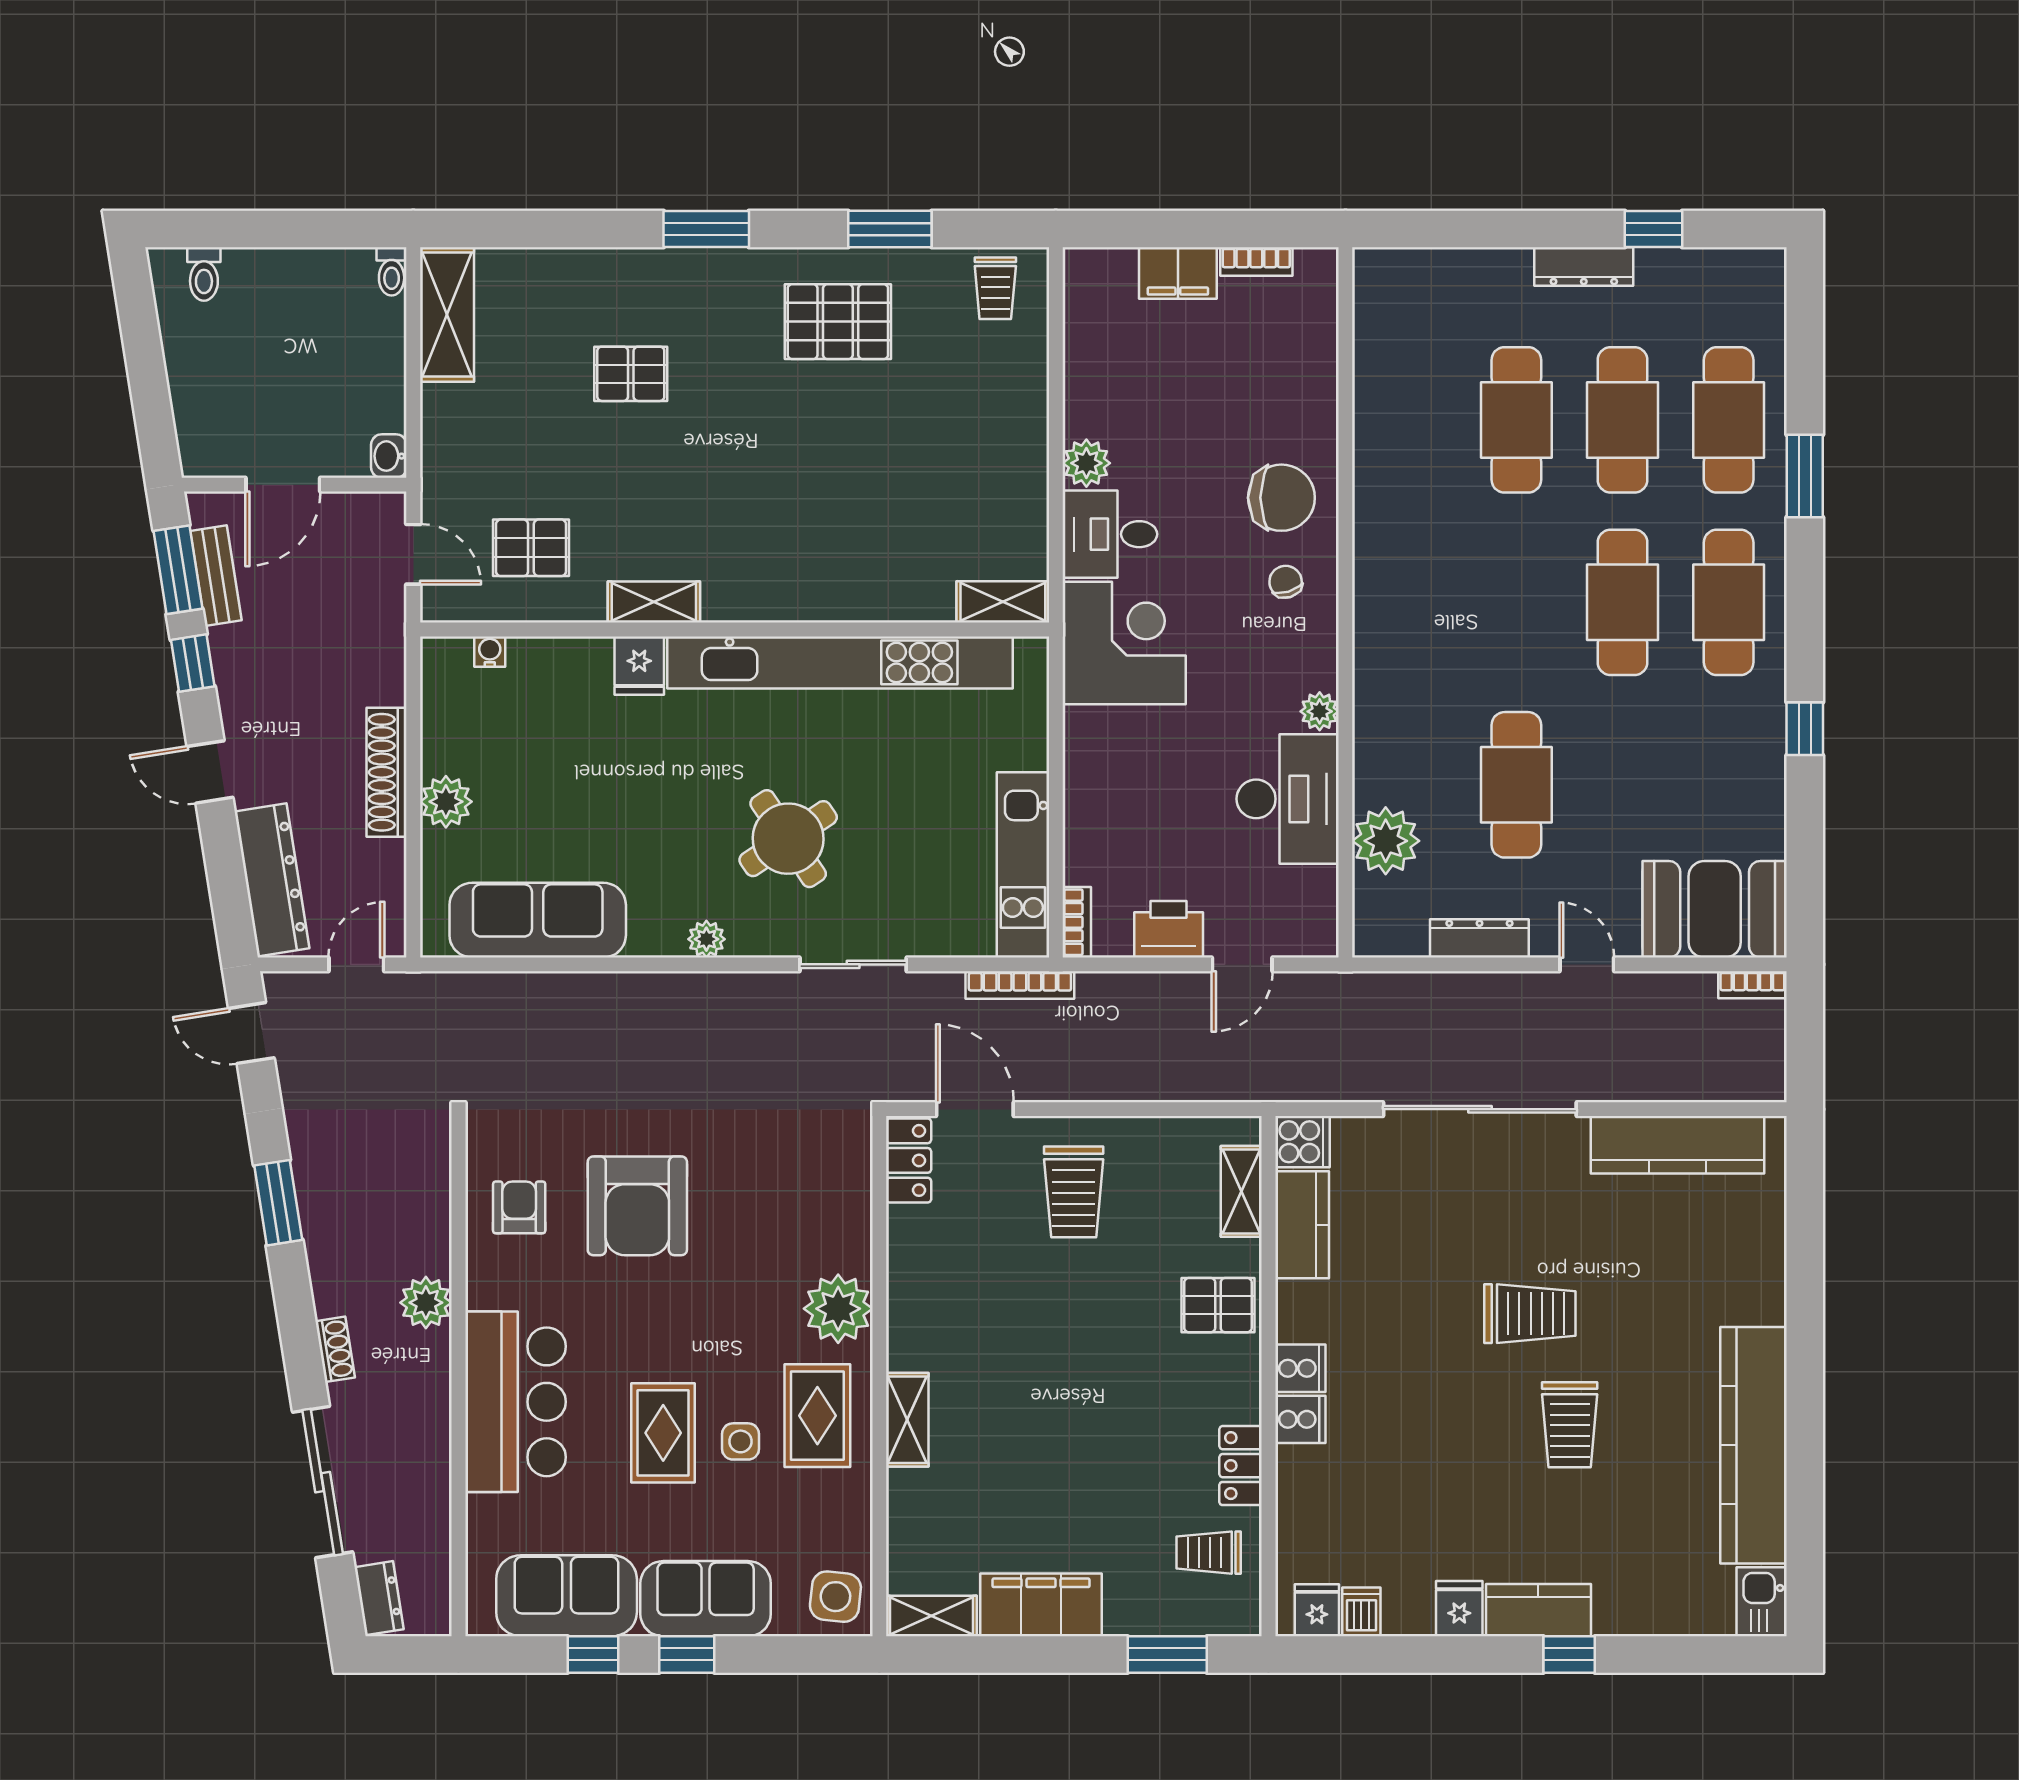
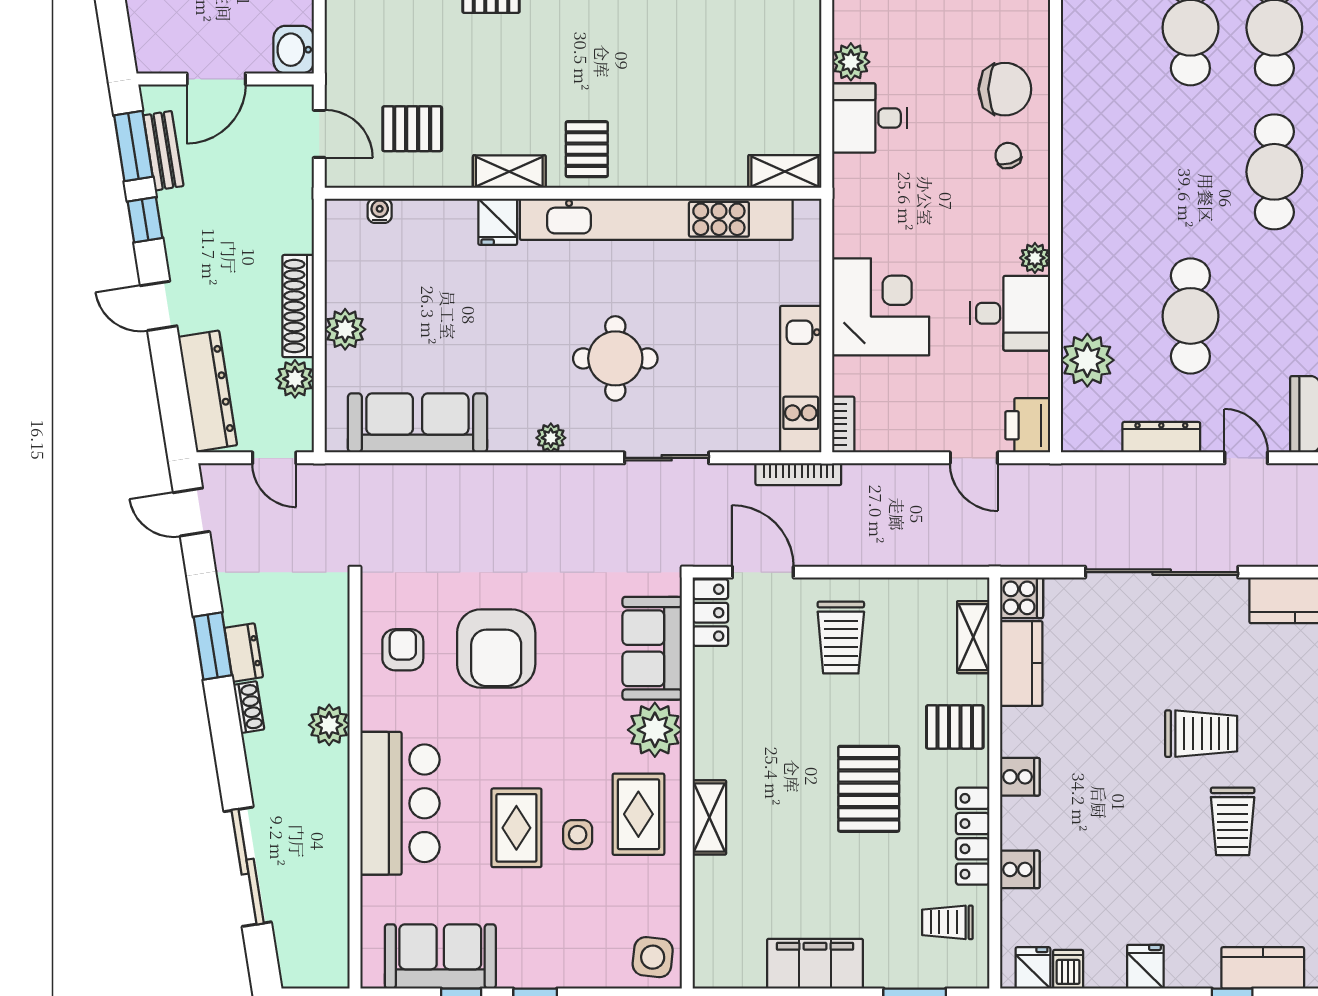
washbasin: (389, 456) -> (294, 50), width x1.38, depth x1.45
pallet: (752, 574) -> (587, 149), added
corner desk: (1124, 643) -> (881, 307), moved
desk: (1288, 799) -> (1010, 313), width x0.73
round table: (788, 839) -> (615, 358), turned 34
plant: (383, 864) -> (295, 379), added
printer: (1169, 929) -> (1028, 425), moved, turned -90
door: (356, 964) -> (274, 458), swing flipped
door: (1242, 964) -> (974, 458), hinge flipped
shoe rack: (335, 1349) -> (249, 707), moved
pallet: (1109, 1383) -> (869, 789), added
cooker: (1300, 1419) -> (1020, 869), moved
locker: (1241, 1466) -> (973, 836), width x1.53
dresser: (379, 1598) -> (244, 653), moved
sofa: (706, 1599) -> (652, 648), moved, turned -90
kitchen counter: (1538, 1610) -> (1263, 968), moved
shelving: (931, 1616) -> (728, 972), removed

